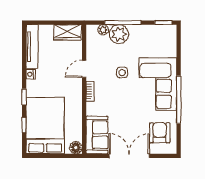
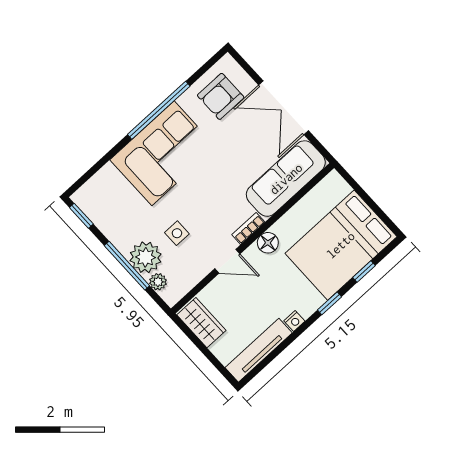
side table: (122, 72) -> (177, 233), moved
sofa: (97, 135) -> (286, 179), width x1.36
floor lamp: (76, 148) -> (268, 243), moved

